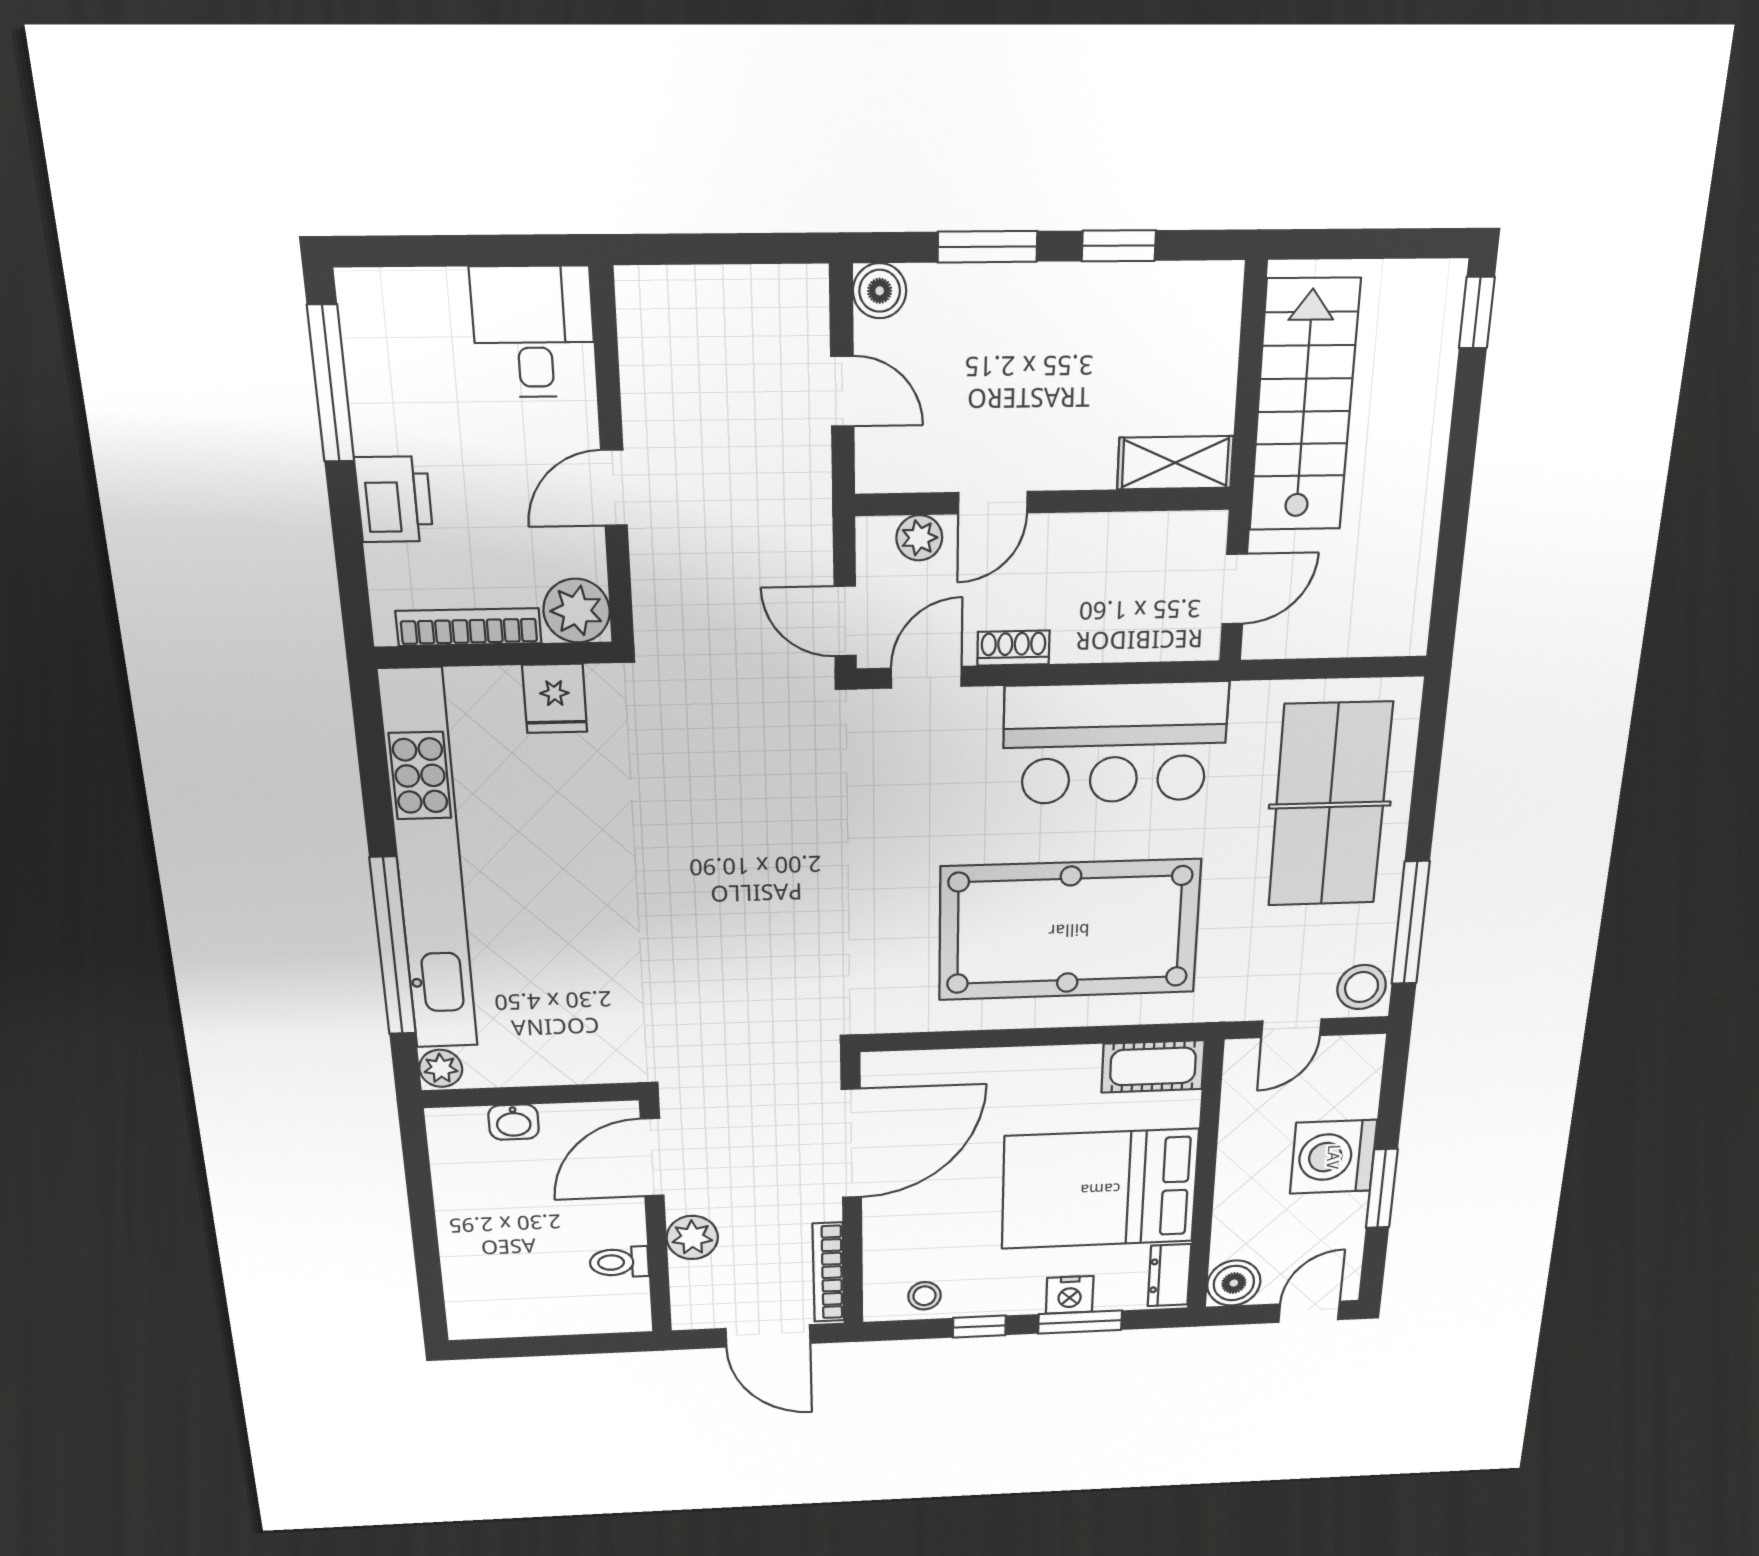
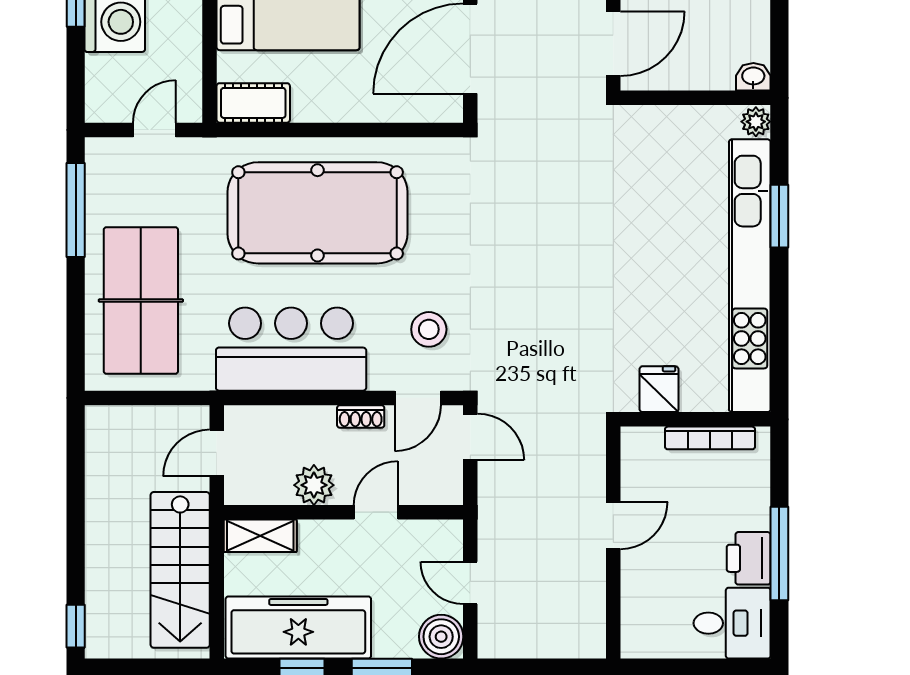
boiler: (880, 291) -> (441, 637), width x1.36, depth x1.36
freezer: (1122, 314) -> (298, 628), added
desk: (534, 332) -> (732, 623), moved, turned -90
window: (331, 384) -> (779, 554), moved
printer: (394, 499) -> (749, 558), moved
plant: (919, 538) -> (314, 485), moved, width x1.38, depth x1.38
plant: (577, 611) -> (641, 447), removed
window: (393, 947) -> (779, 216), width x0.47
stool: (1362, 987) -> (429, 329), moved
washbasin: (514, 1122) -> (753, 77), moved

